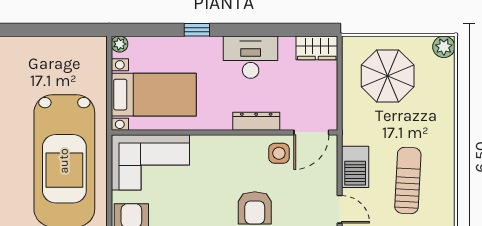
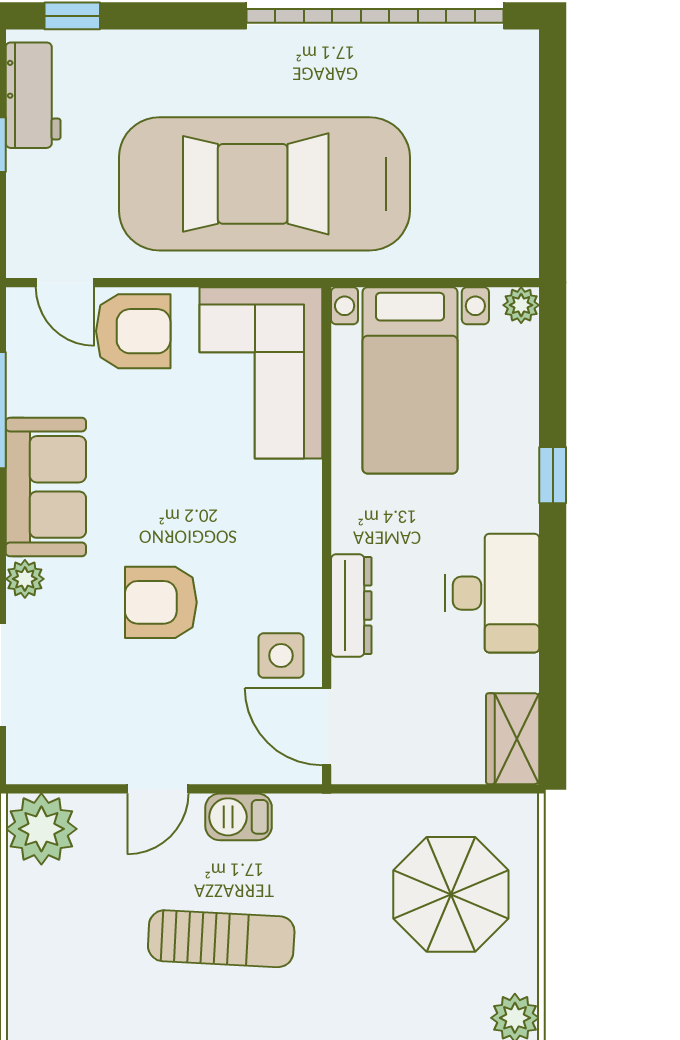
barbecue: (355, 167) -> (239, 817), width x0.73, depth x0.79

